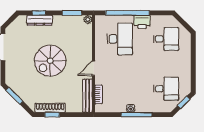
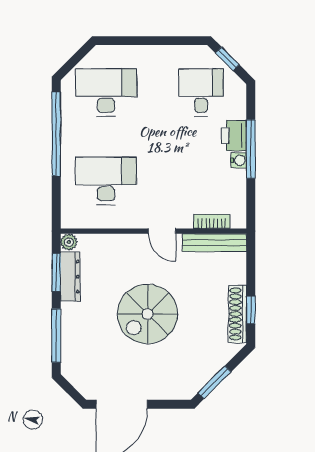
window: (39, 13) -> (56, 336), width x2.17
window: (128, 13) -> (56, 134), moved
dresser: (40, 20) -> (70, 277), moved
printer: (142, 22) -> (234, 136), moved, turned 180
desk: (166, 39) -> (106, 93), width x1.37
spiral stairs: (50, 61) -> (148, 314), turned 90

